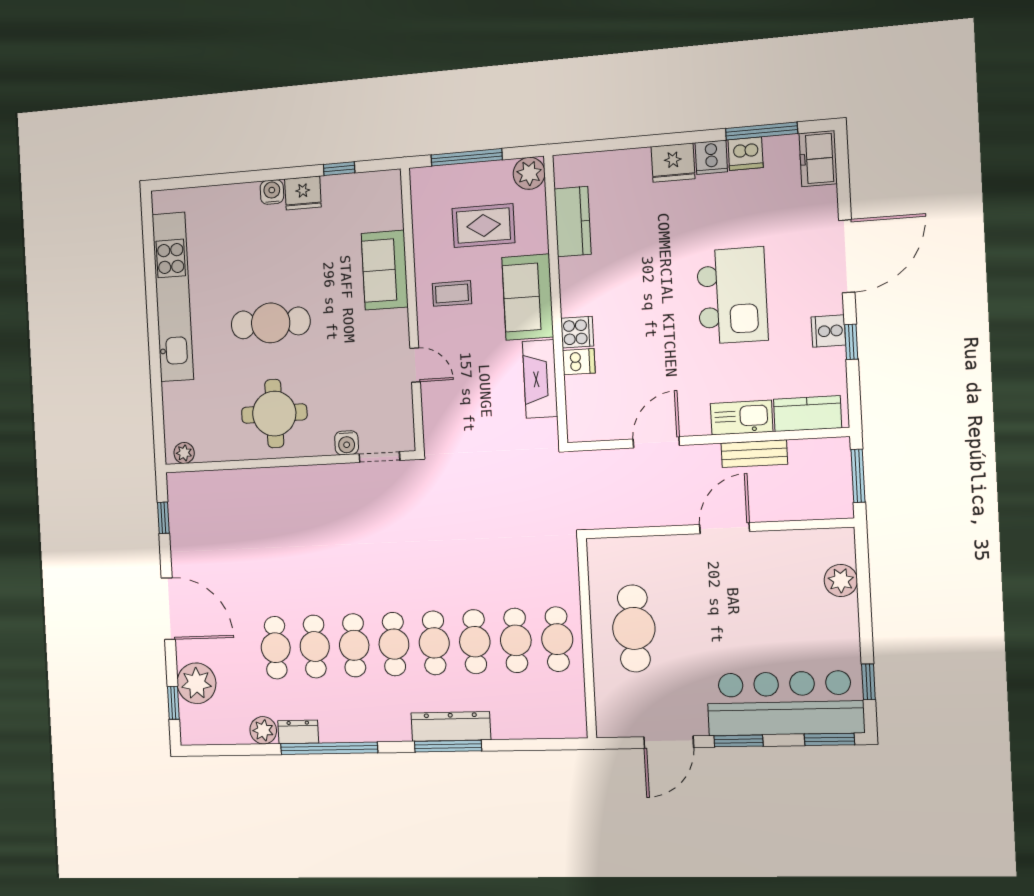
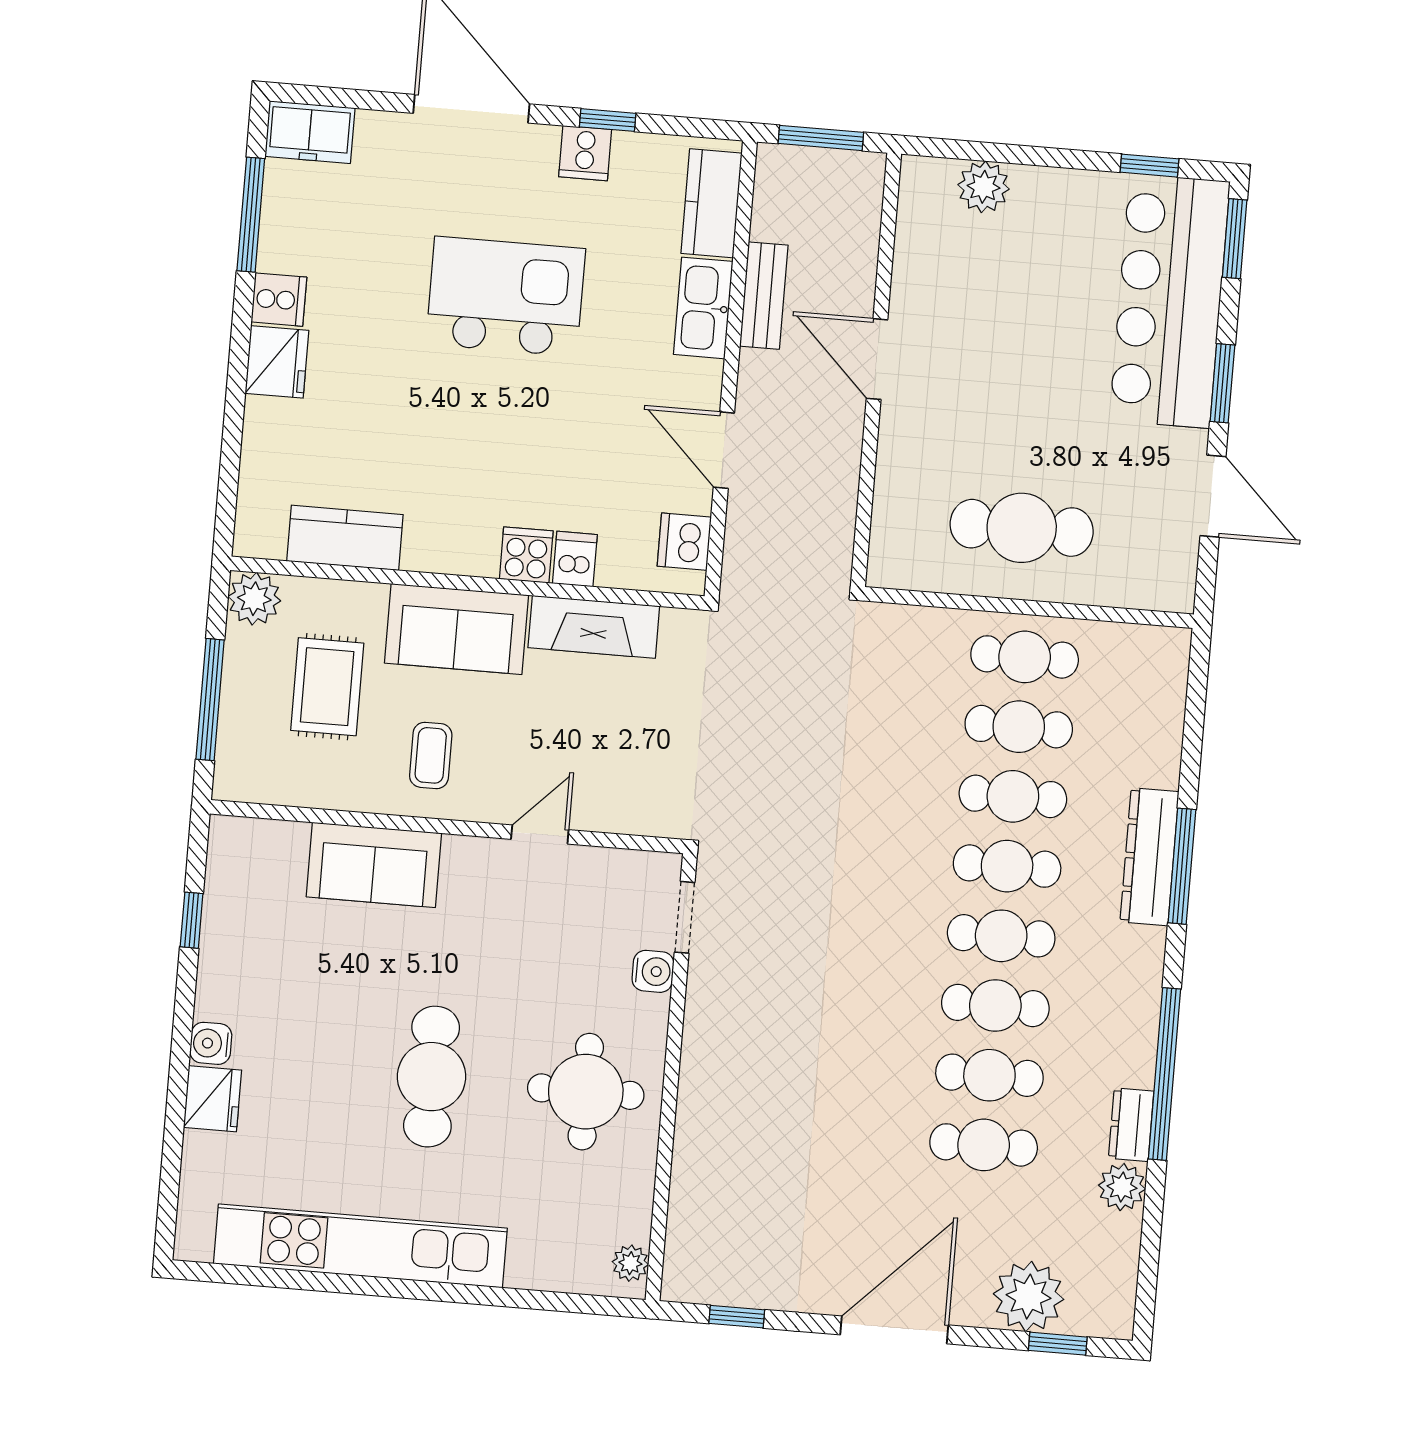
dishwasher: (746, 154) -> (684, 542), moved, turned 180
fridge: (303, 193) -> (212, 1099), moved

